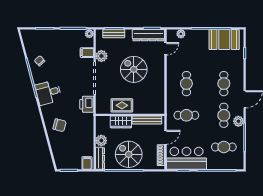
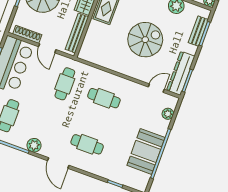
booth: (224, 40) -> (146, 151), moved
door: (166, 49) -> (156, 88), swing flipped
cafe table: (224, 115) -> (48, 130), removed

